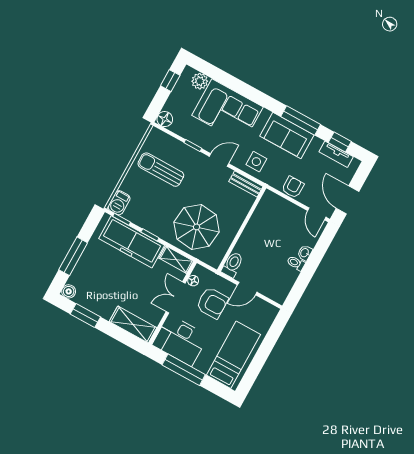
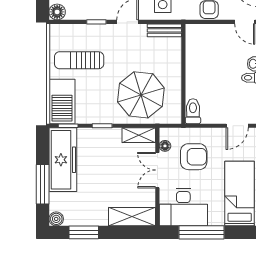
barbecue: (119, 203) -> (62, 101), width x1.88, depth x1.53
freezer: (132, 242) -> (63, 160), moved, turned -90
door: (247, 289) -> (237, 126), moved

